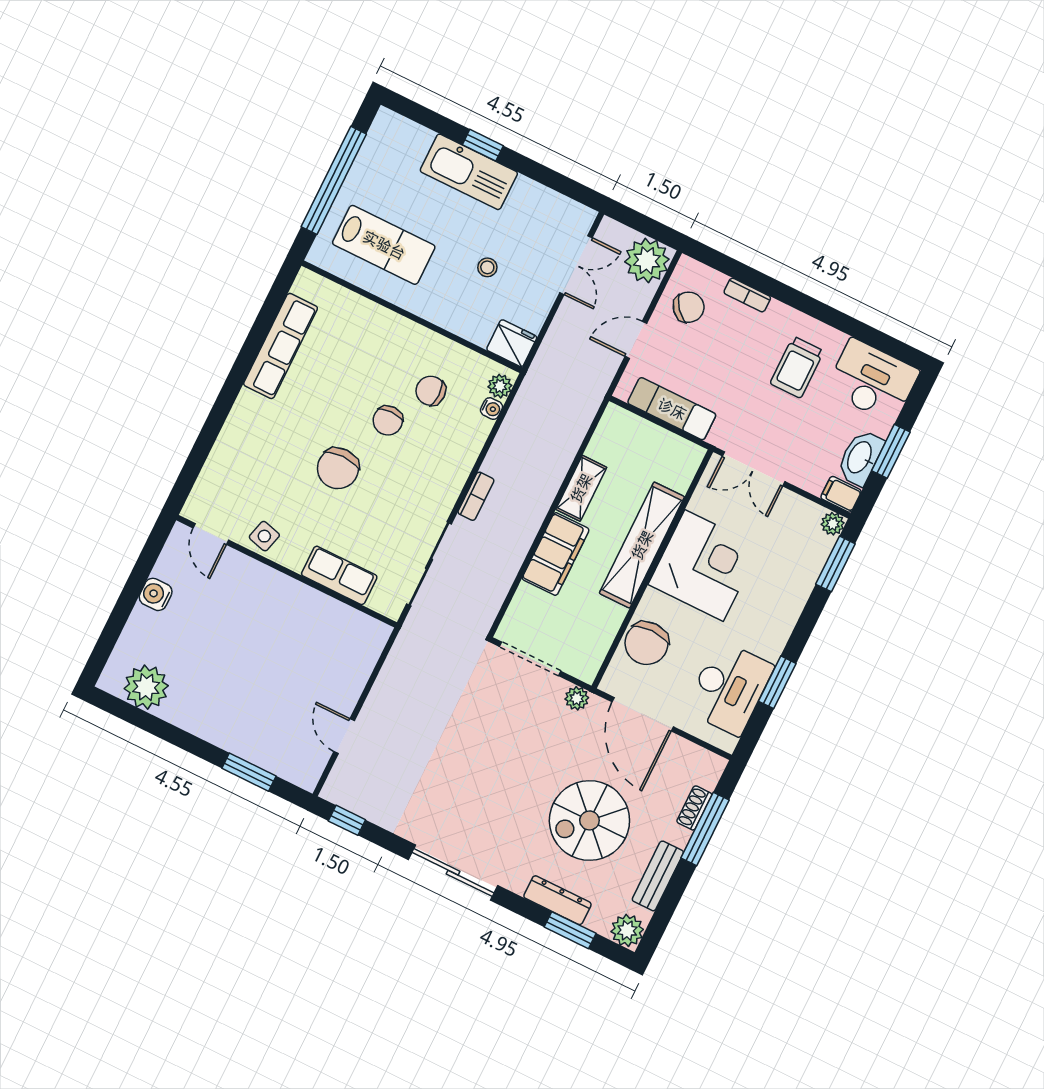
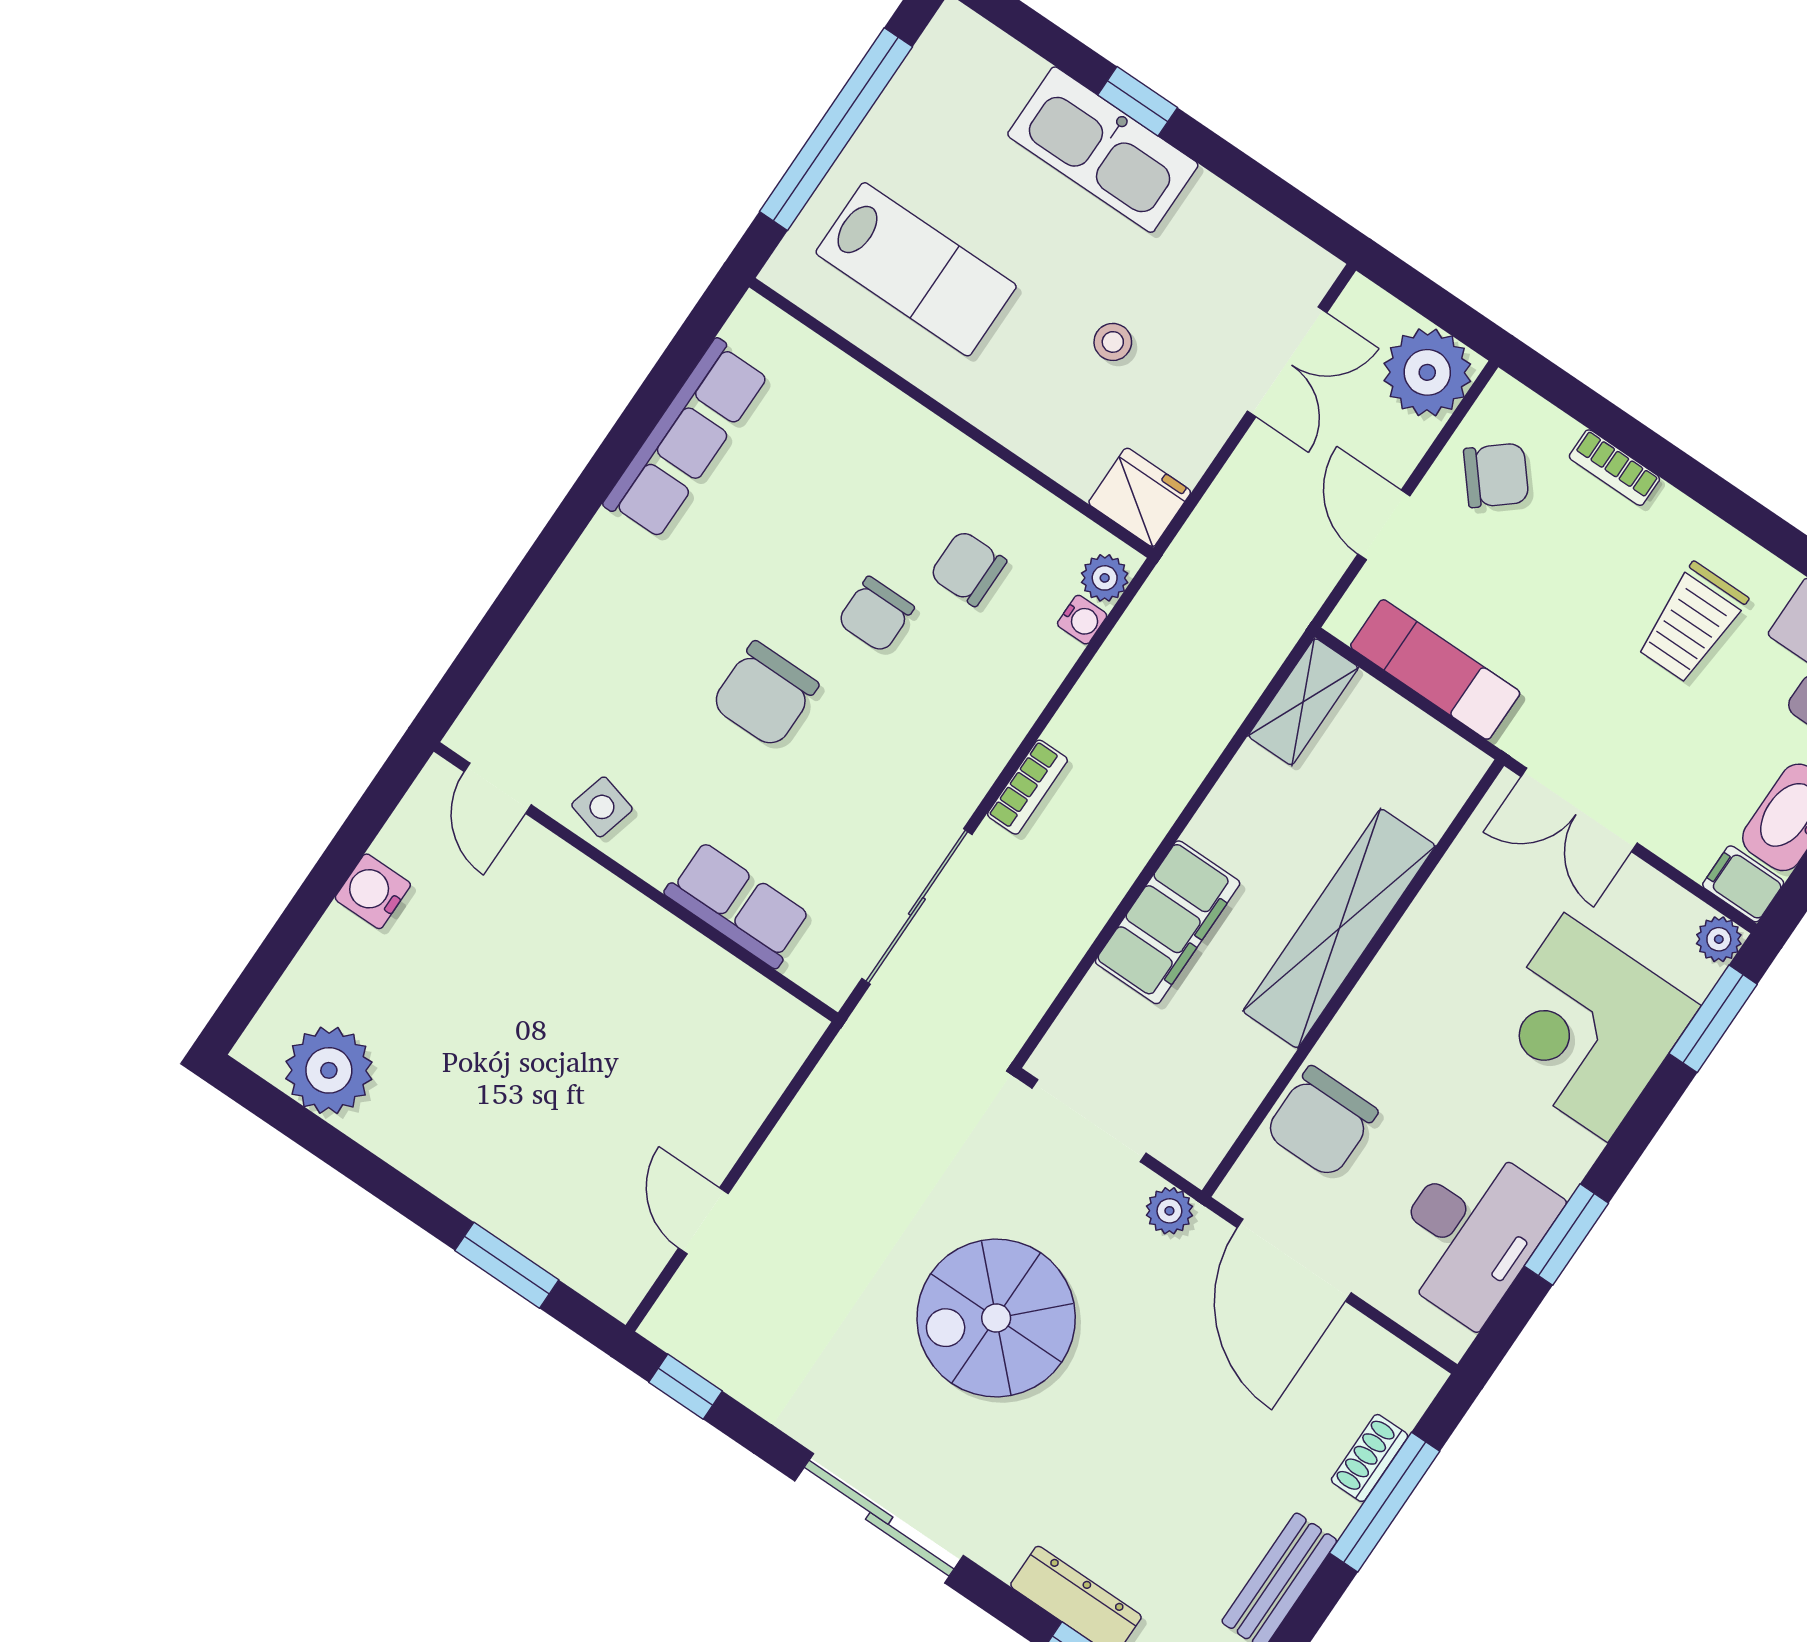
door: (636, 340) -> (1384, 525), hinge flipped
shelving: (581, 488) -> (1303, 702), moved
corner desk: (704, 565) -> (1586, 1028), moved, turned 180
spiral stairs: (589, 820) -> (996, 1318), moved

